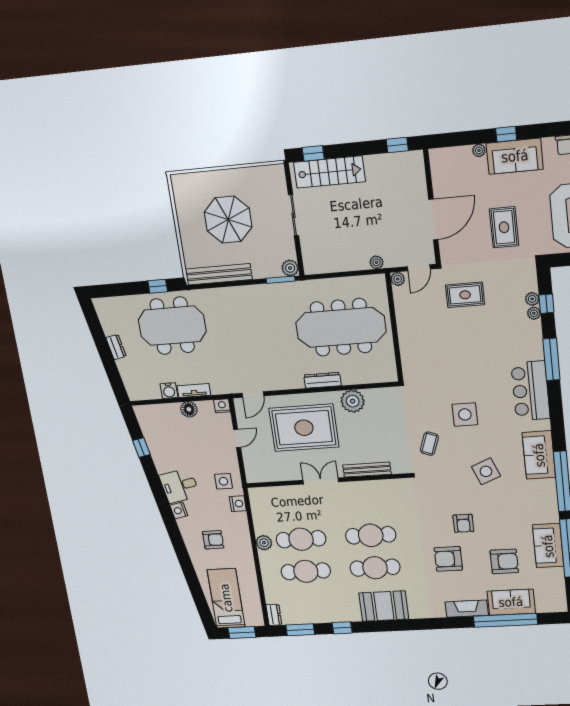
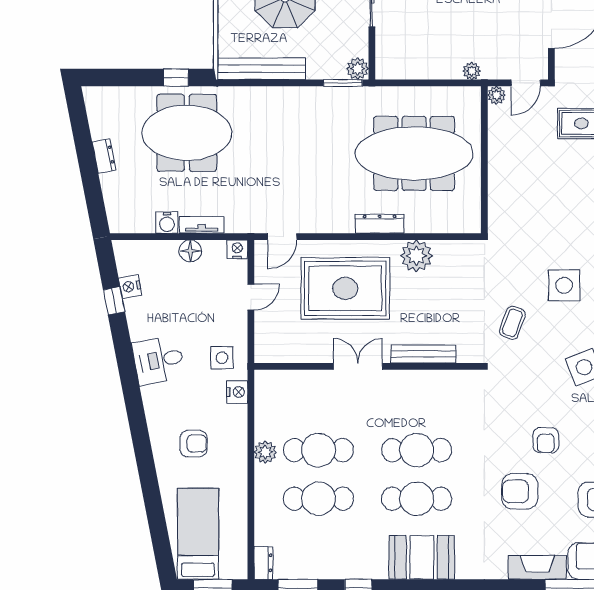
nightstand: (179, 510) -> (130, 286), moved

